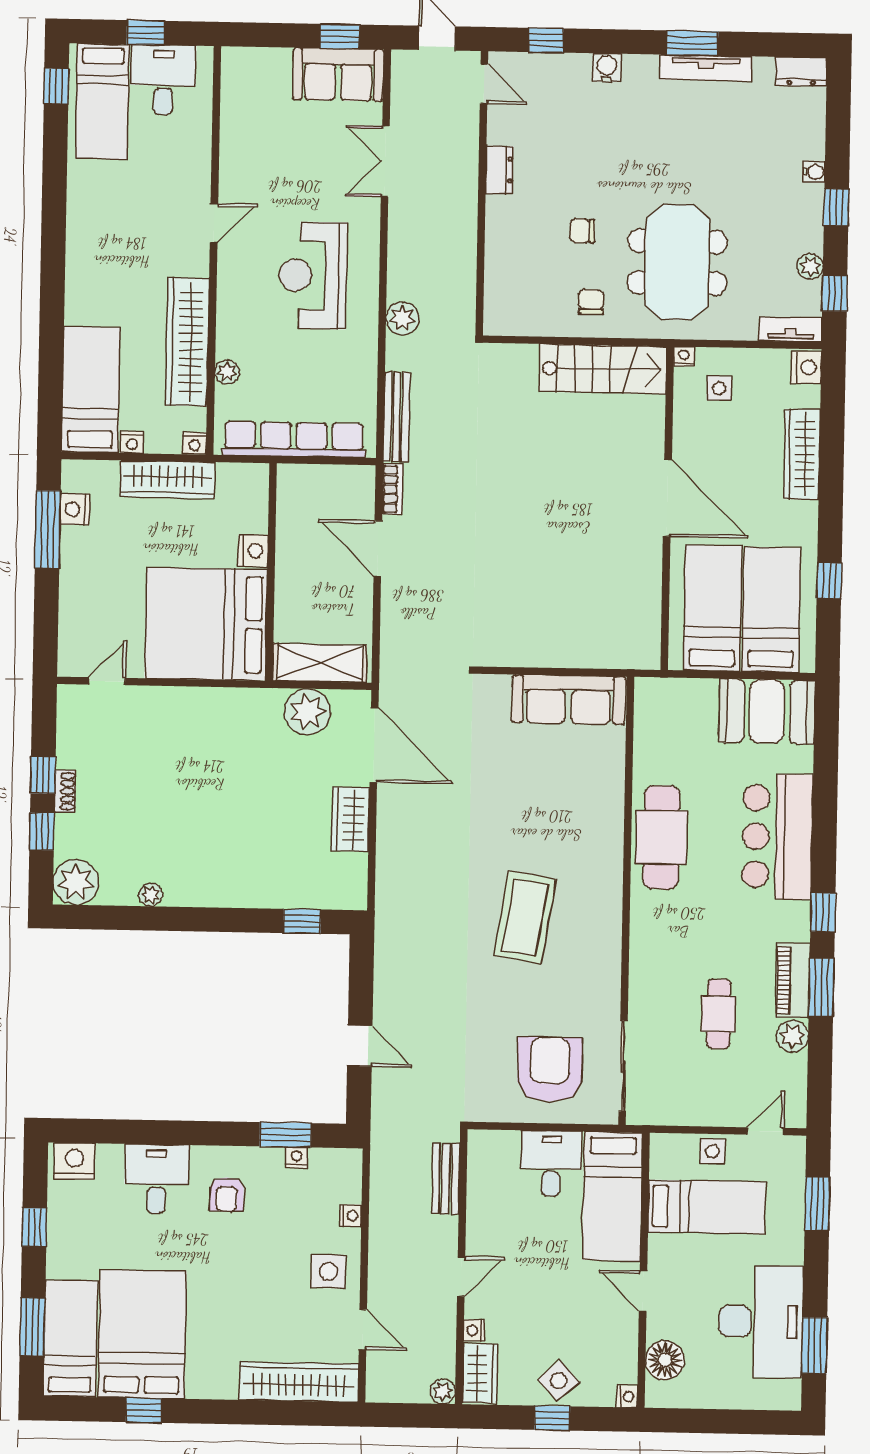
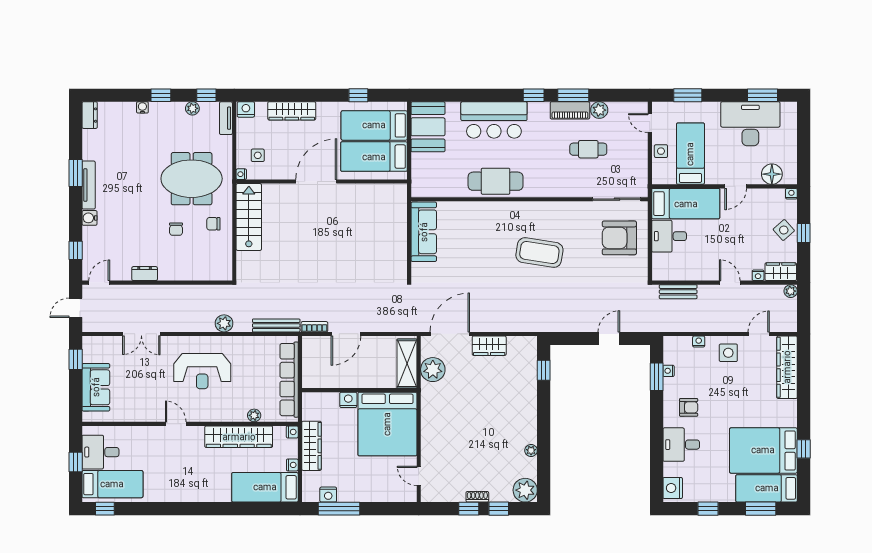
tv unit: (706, 68) -> (89, 185), moved
sofa: (338, 74) -> (96, 387), moved

